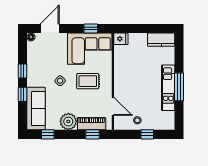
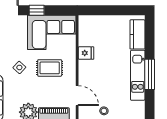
window: (91, 29) -> (37, 10), moved
fridge: (121, 39) -> (86, 53), moved
kitchen counter: (161, 40) -> (137, 34), moved, turned 90

